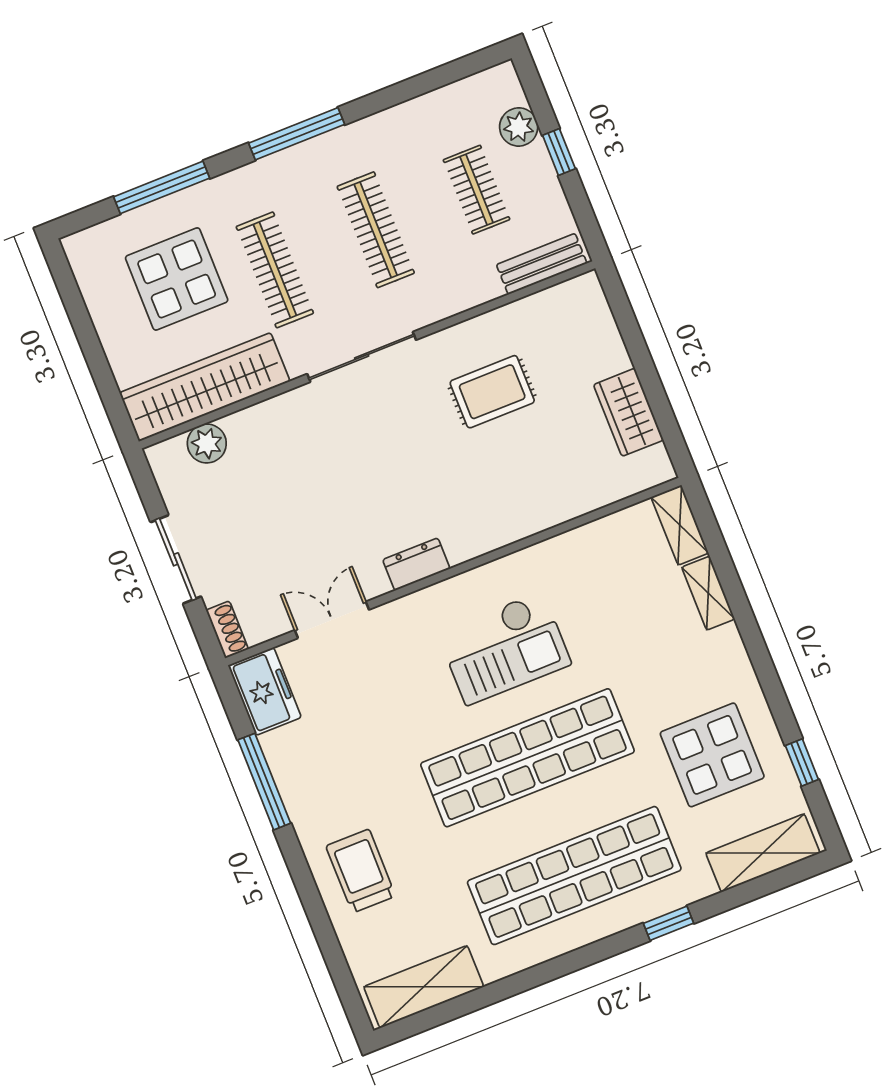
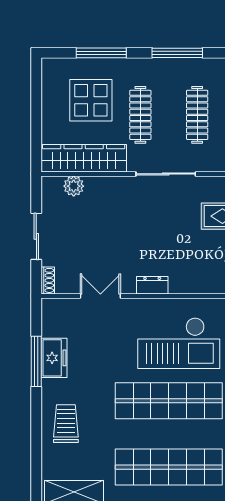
checkout: (504, 648) -> (179, 343), width x1.36, depth x1.21
freezer: (265, 691) -> (54, 358), moved

